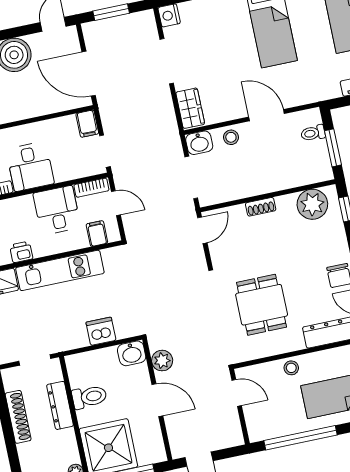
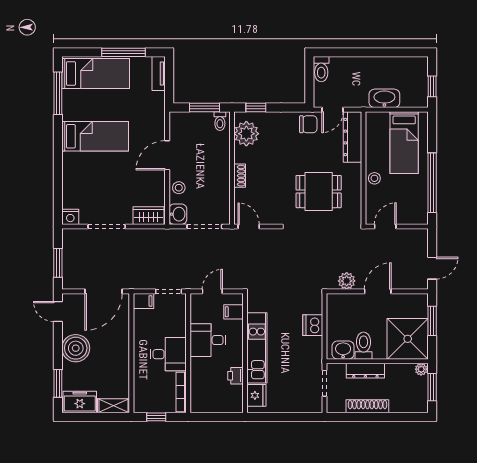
toilet: (313, 133) -> (220, 121), moved
bookcase: (91, 188) -> (196, 308), removed
washbasin: (132, 353) -> (343, 350), moved, turned -90

